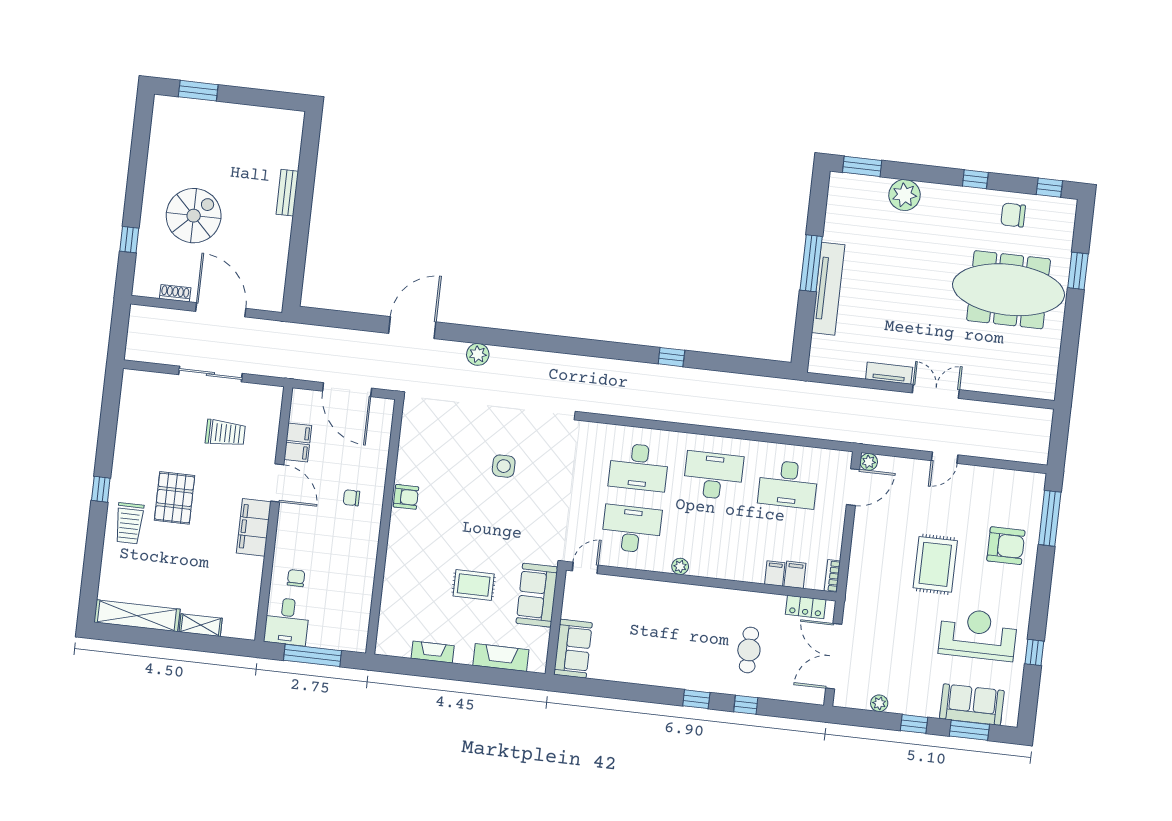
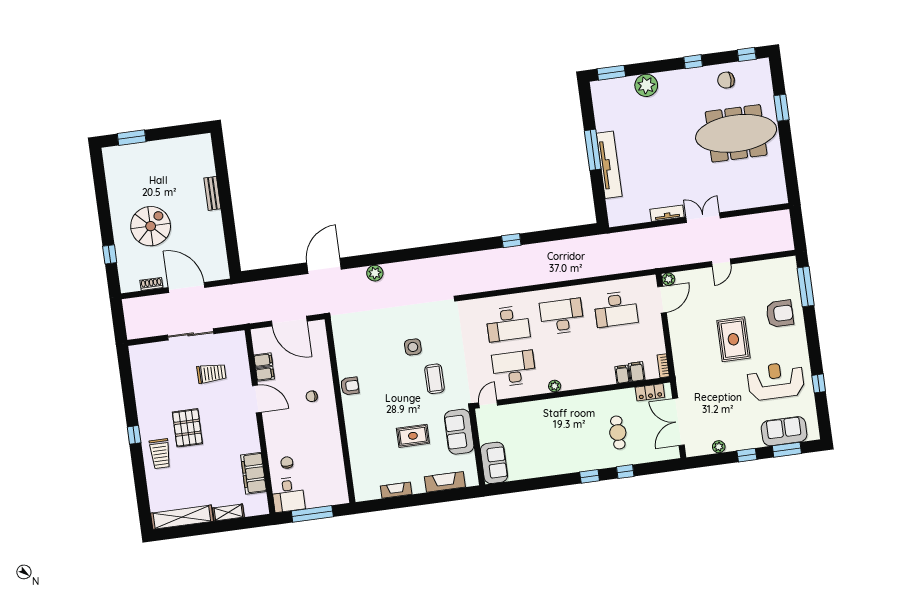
coffee table: (522, 516) -> (434, 379), added
filing cabinet: (254, 527) -> (253, 473), moved

